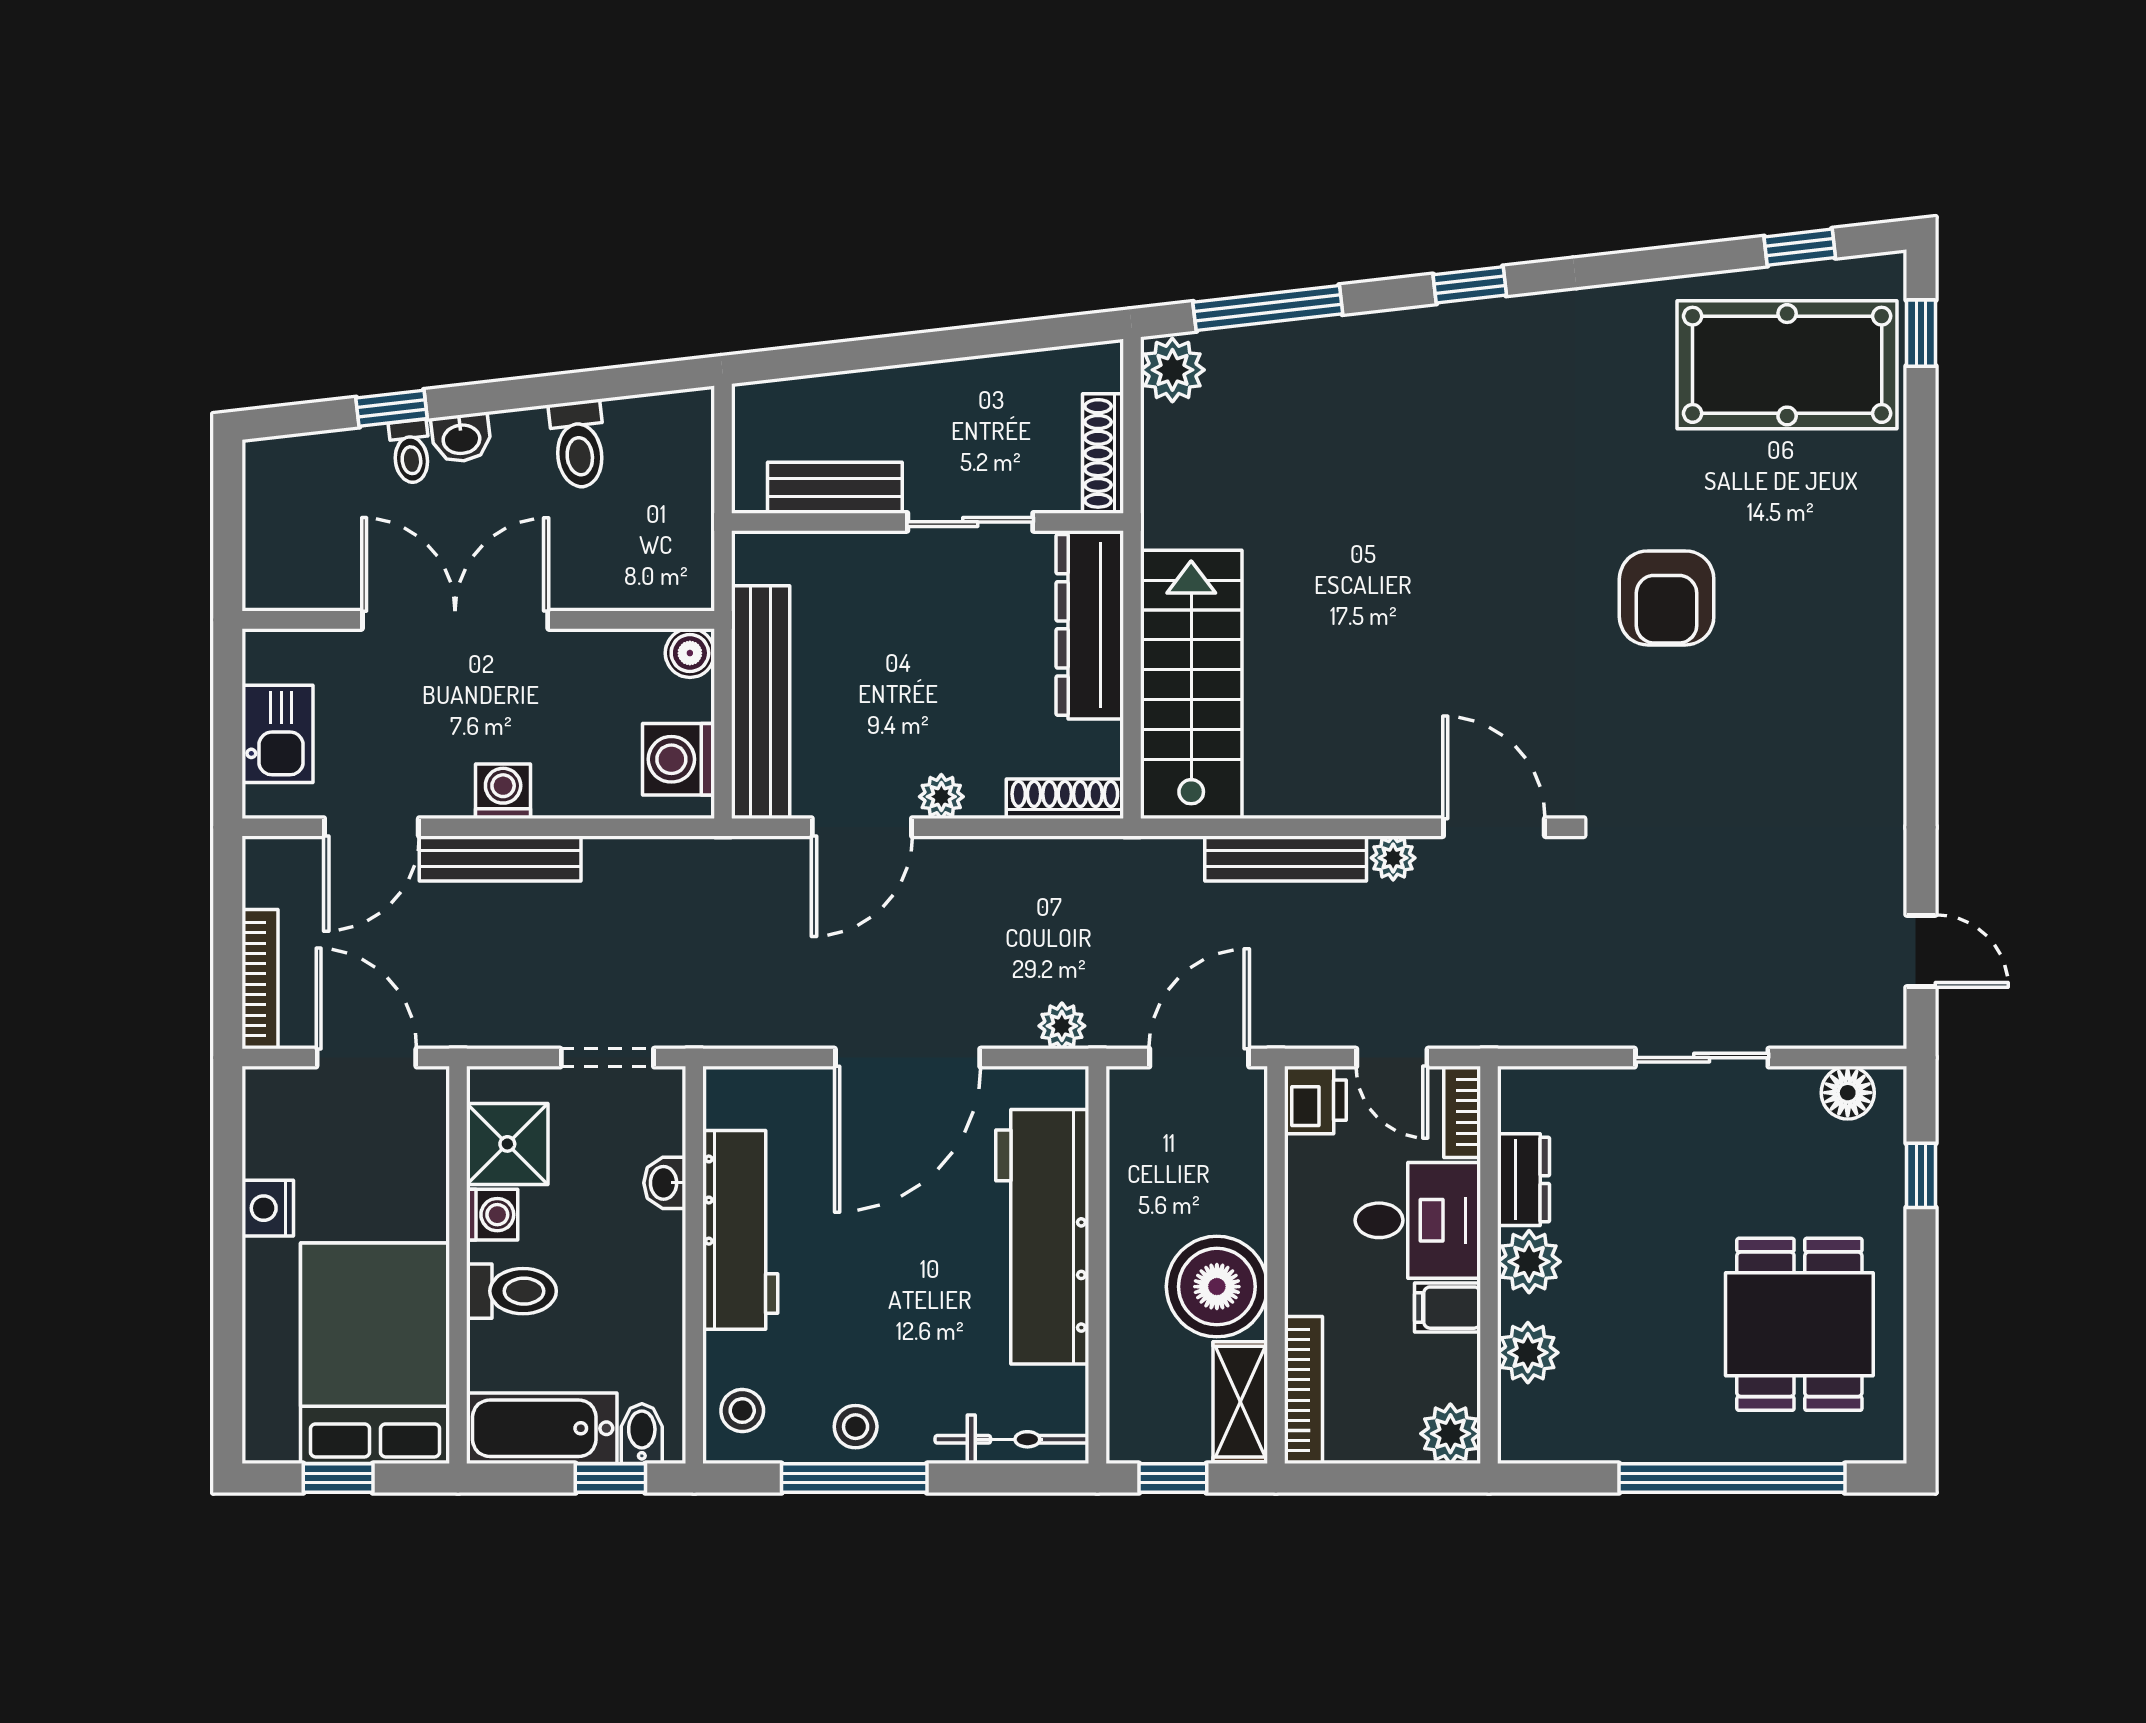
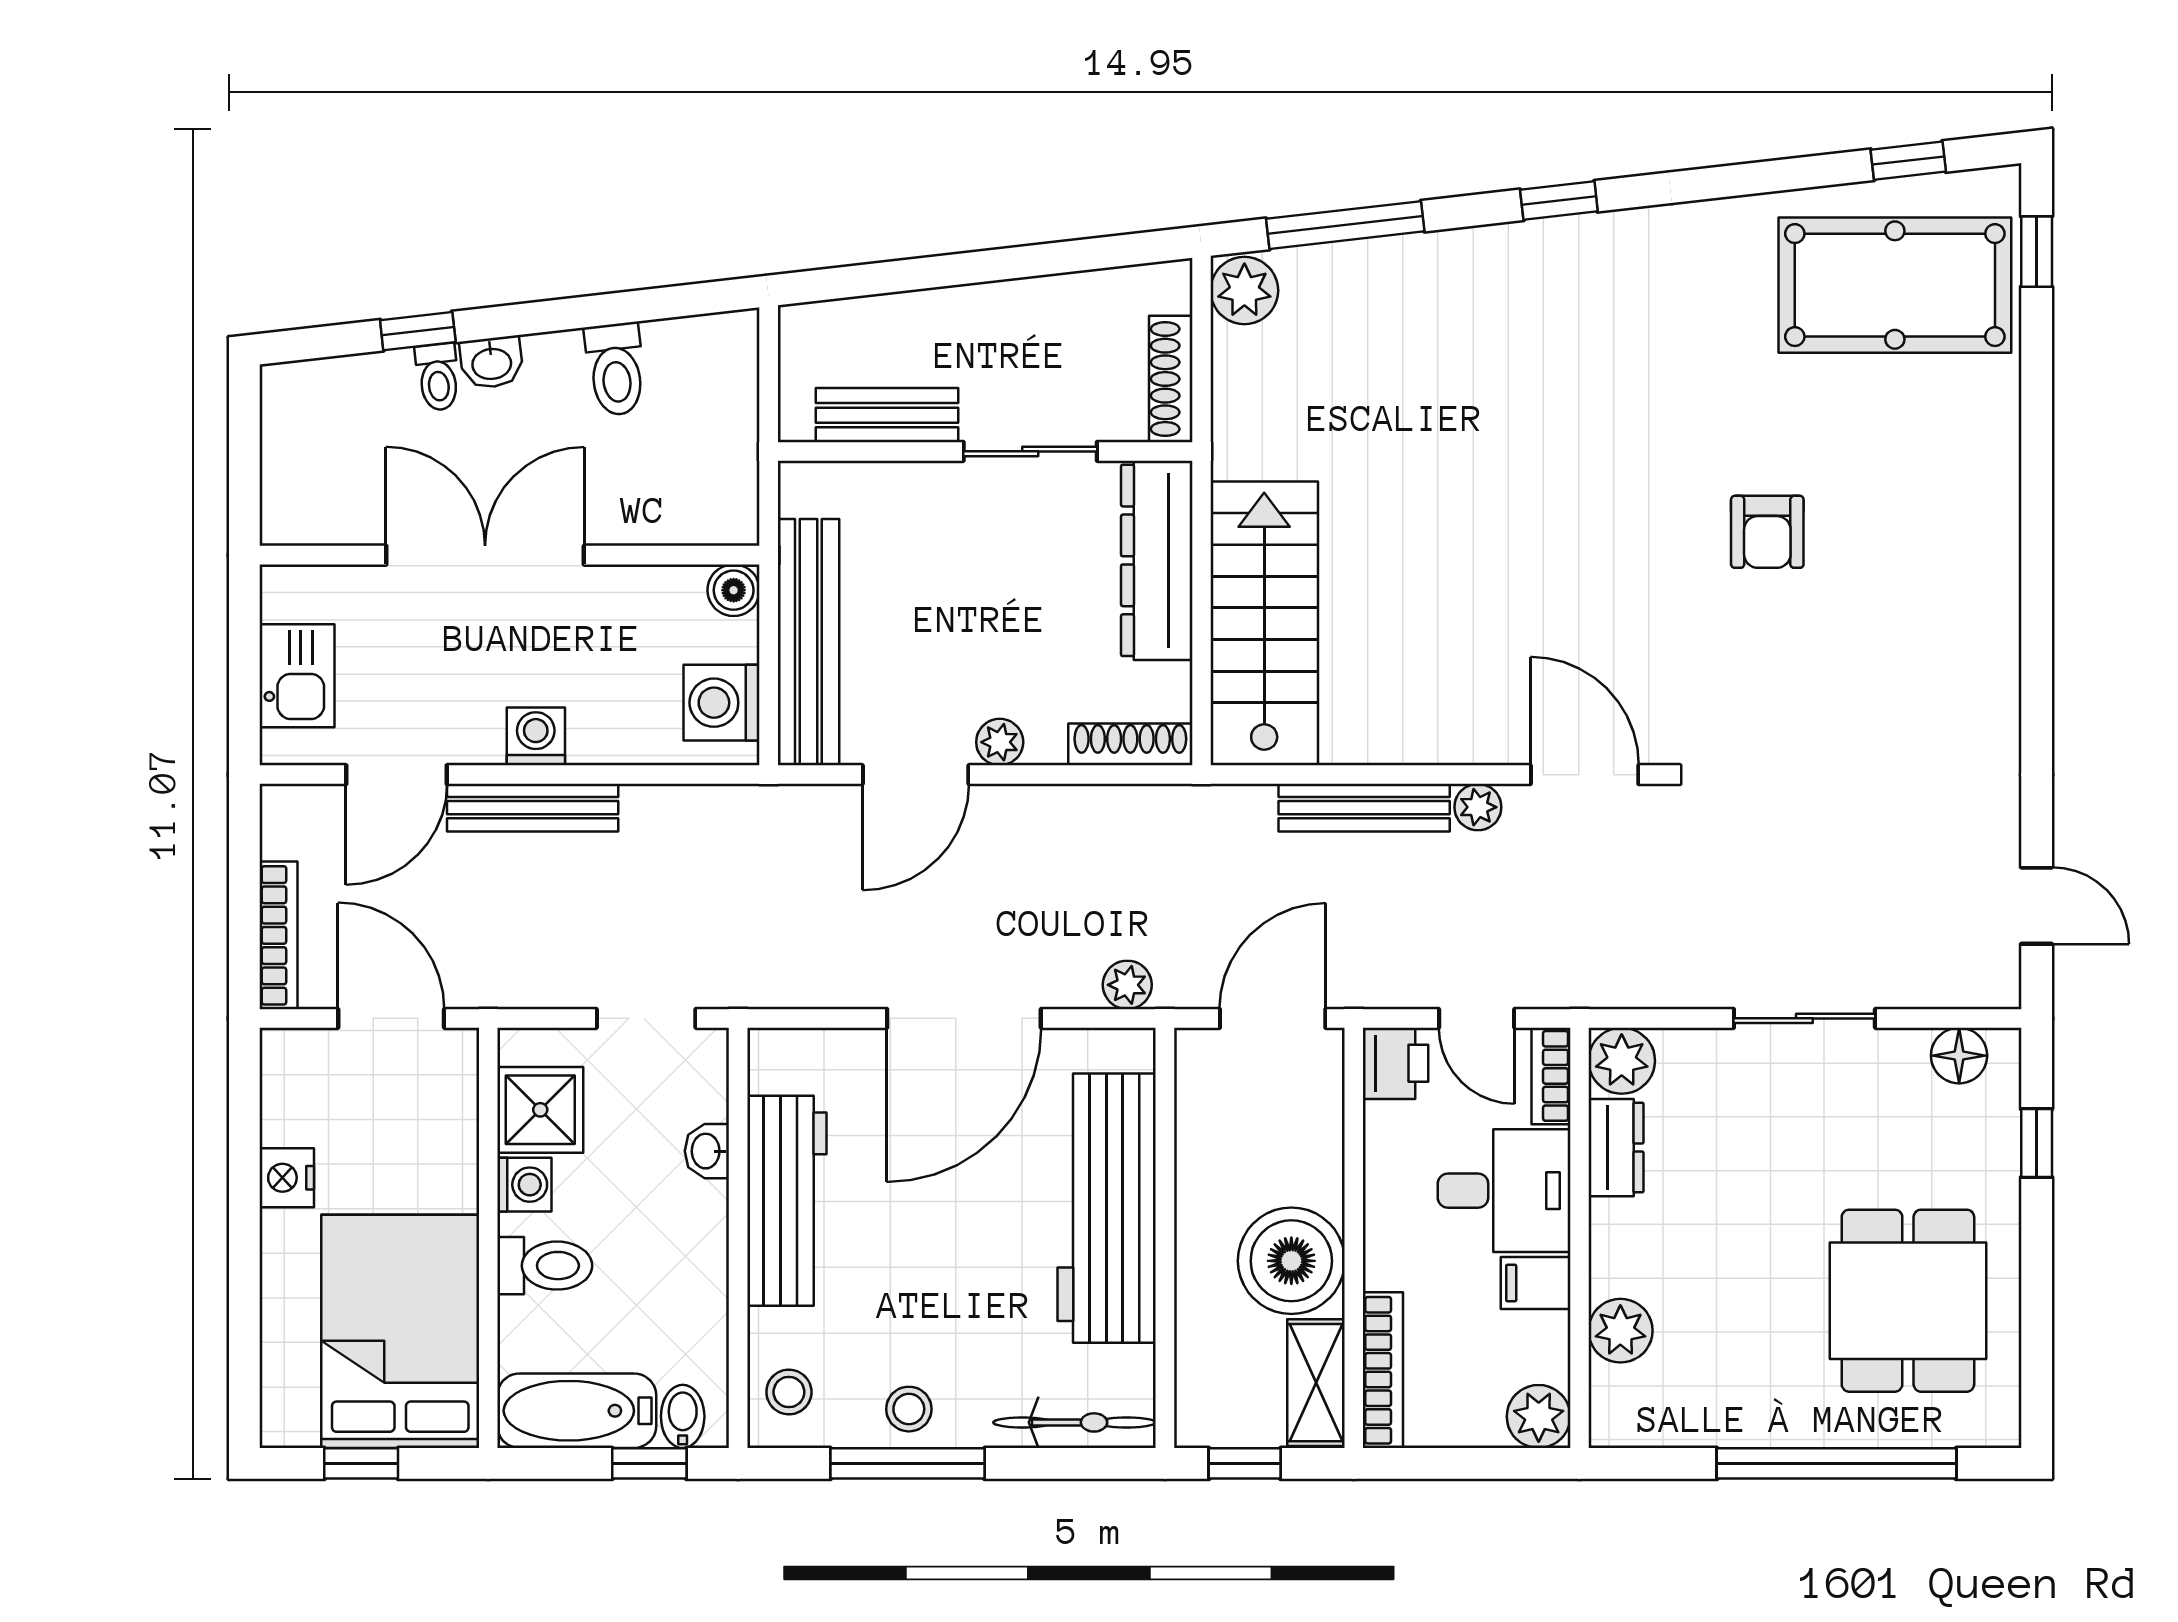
armchair: (1667, 598) -> (1767, 532), width x0.72, depth x0.72
plant: (1529, 1262) -> (1622, 1061), moved

